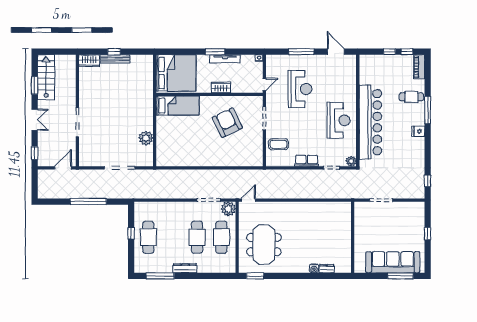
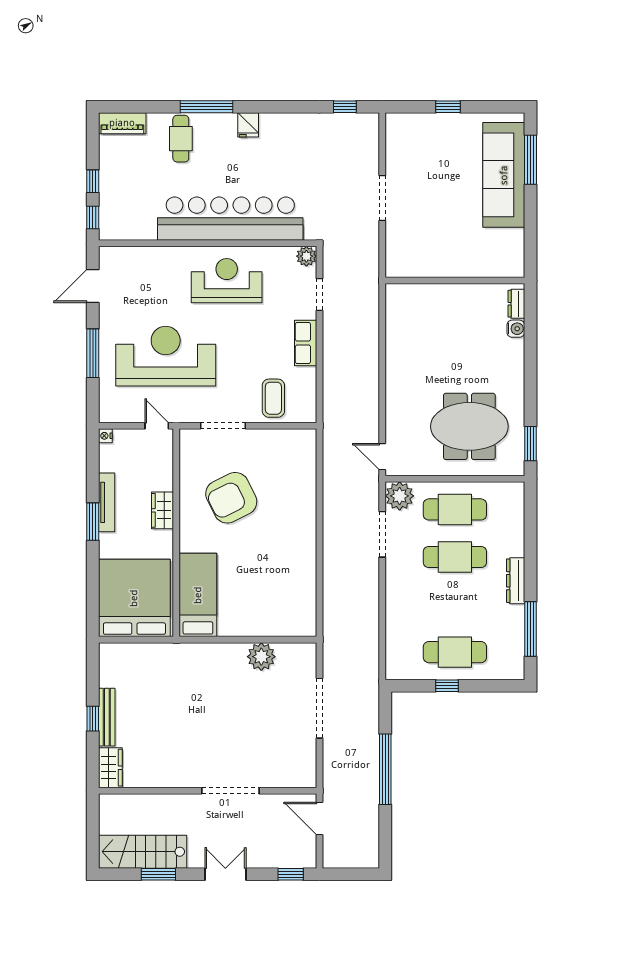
window: (407, 52) -> (93, 217), moved
reception desk: (300, 89) -> (166, 356), width x1.36, depth x1.30
wall: (353, 237) -> (455, 281), moved

